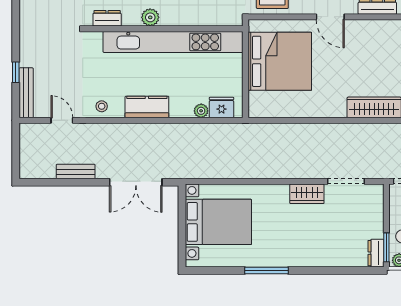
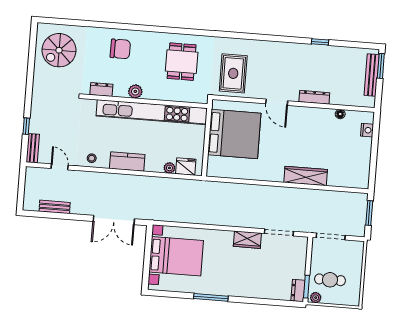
bench: (26, 93) -> (33, 148), width x0.73
bench: (76, 172) -> (55, 207), moved

